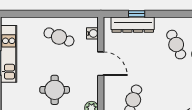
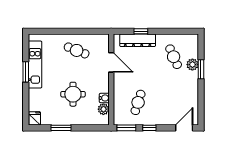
water cooler: (92, 33) -> (104, 98), moved
door: (101, 64) -> (111, 62), moved

